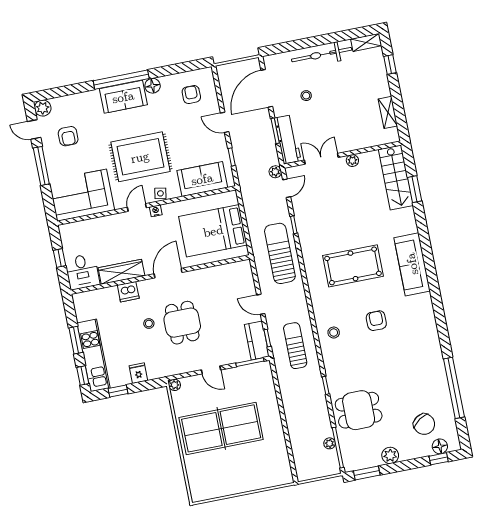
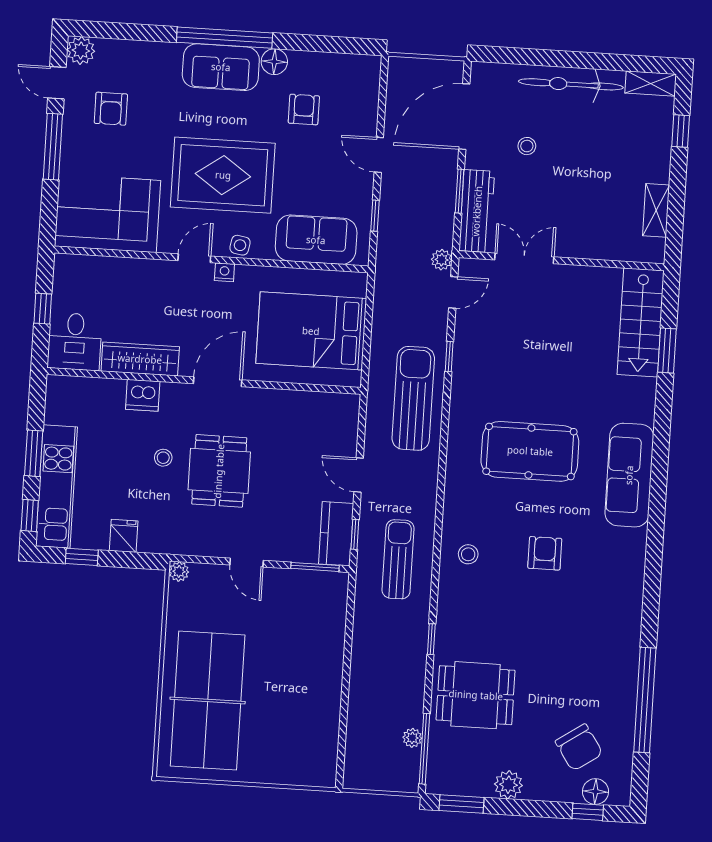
armchair: (191, 95) -> (304, 110), moved
plant: (352, 161) -> (576, 275), removed
table tennis table: (221, 428) -> (208, 700), moved, turned 90

